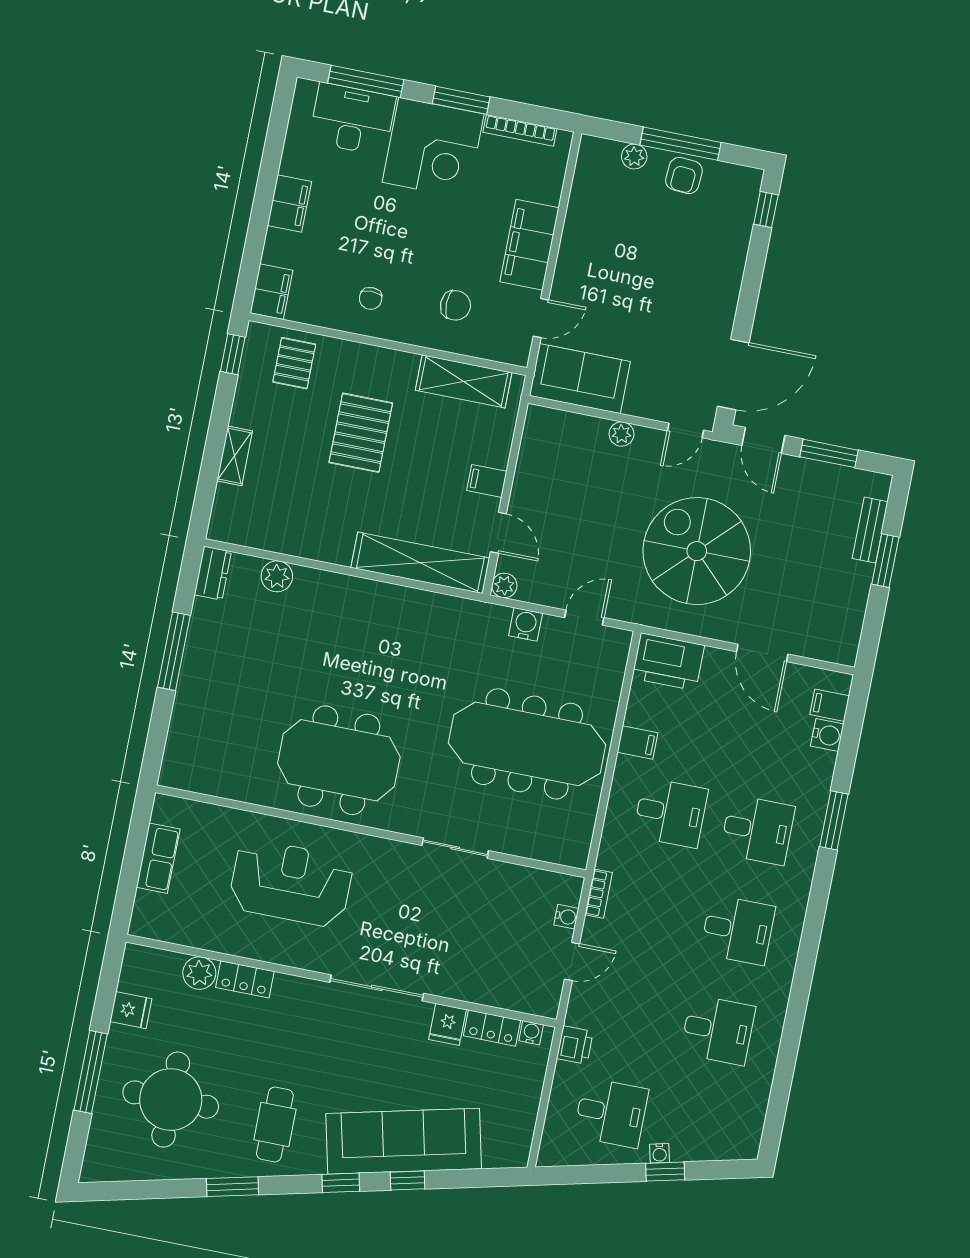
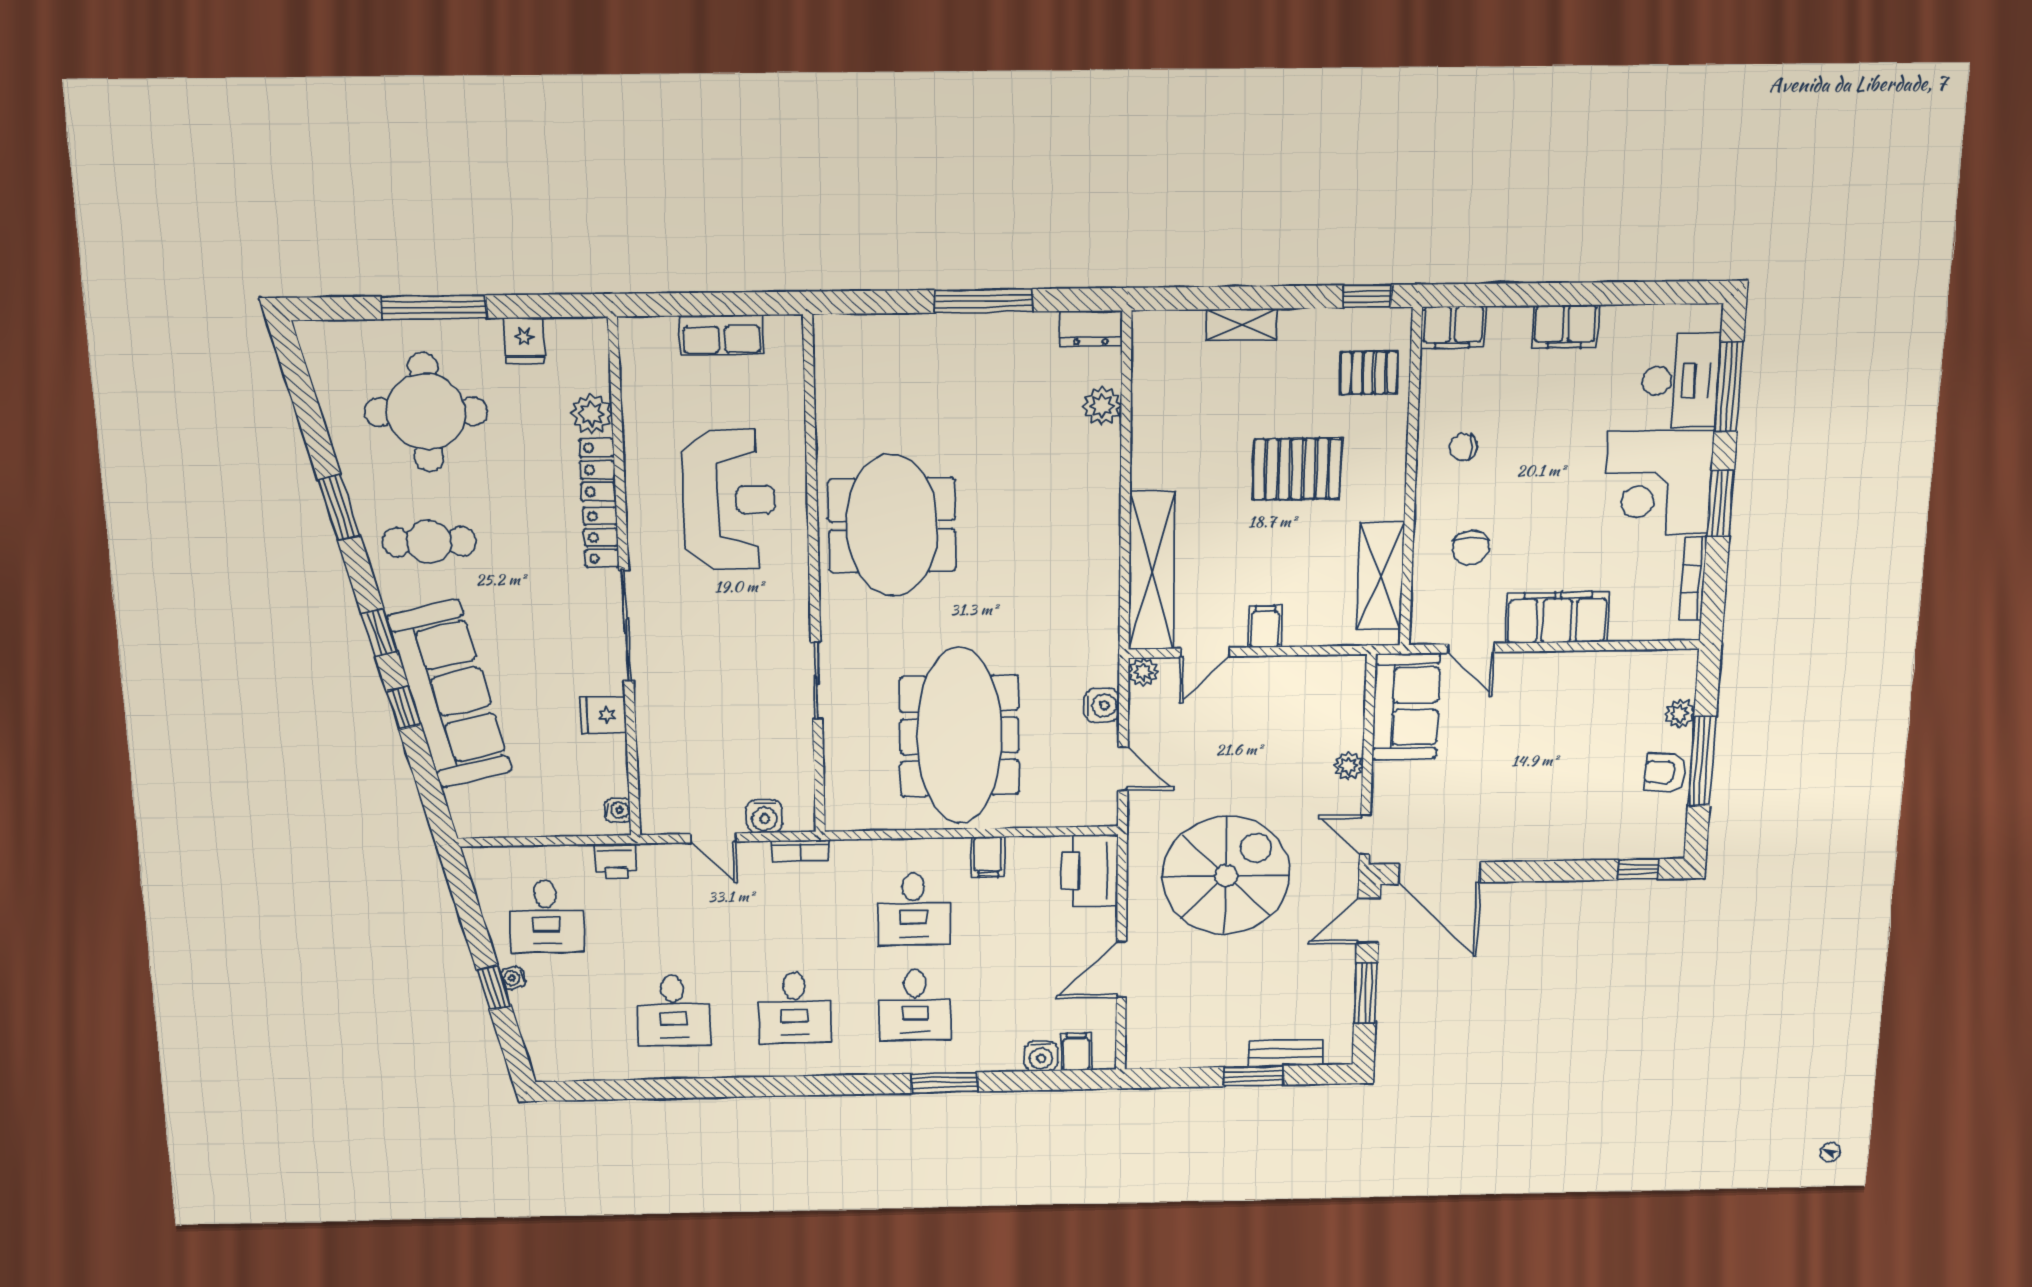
water cooler: (566, 917) -> (764, 816), width x1.38, depth x1.38
locker: (492, 1028) -> (601, 537), moved

